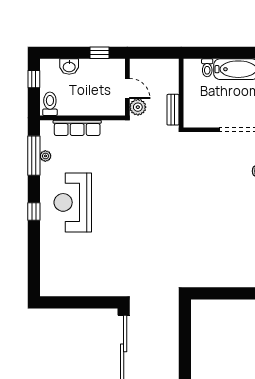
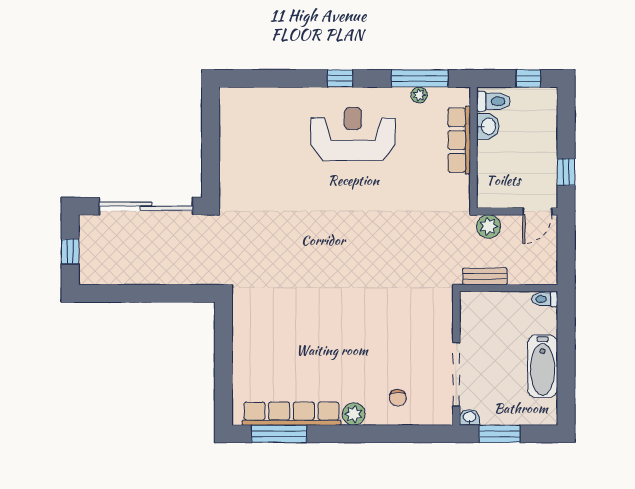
washbasin: (69, 67) -> (488, 126), moved, turned 180
toilet: (207, 68) -> (545, 299), moved
door: (127, 88) -> (537, 211), moved

